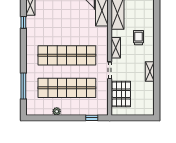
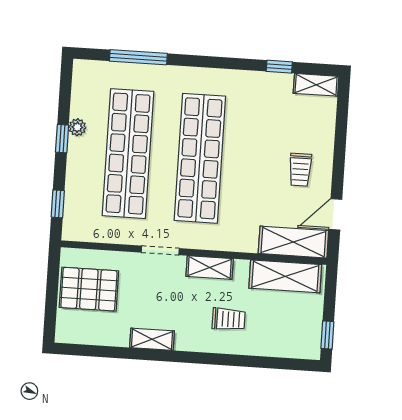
trolley: (69, 10) -> (300, 170), added
pallet: (121, 94) -> (89, 289), moved
window: (62, 118) -> (62, 139), added

